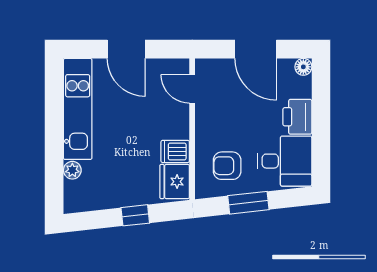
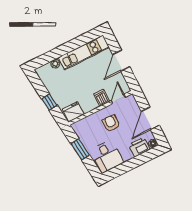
printer: (297, 117) -> (139, 147), moved
dishwasher: (175, 151) -> (102, 98), moved
armchair: (227, 166) -> (111, 123), moved

